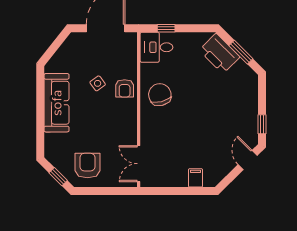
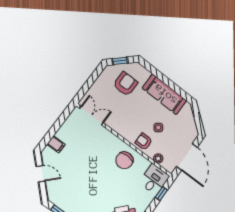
plant: (131, 59) -> (158, 158), added
chair: (160, 95) -> (124, 160), turned 104
door: (248, 160) -> (41, 174), moved
armchair: (87, 166) -> (125, 84), moved, turned -90

